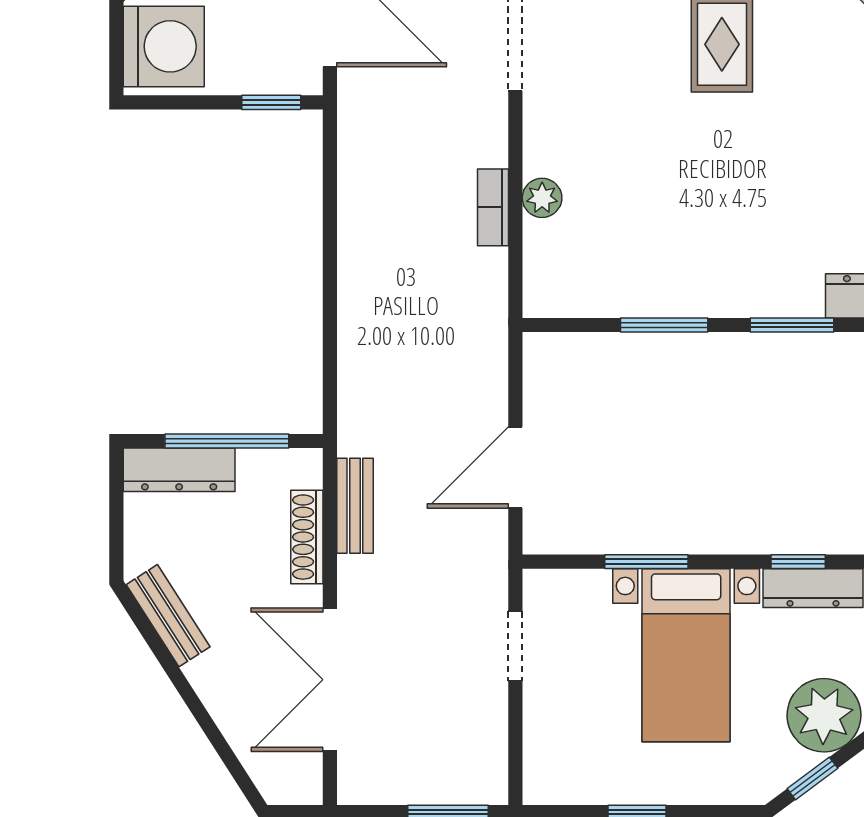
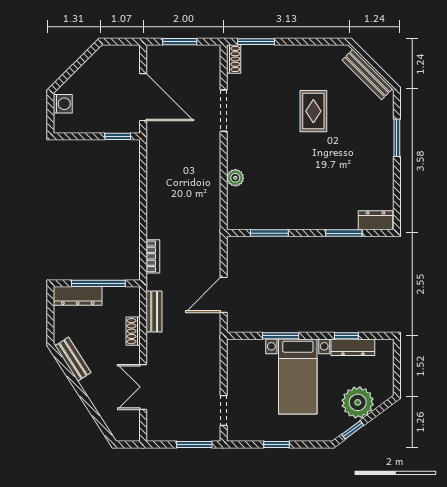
washing machine: (164, 46) -> (63, 104), width x0.53, depth x0.53
bookcase: (493, 207) -> (153, 256), moved, turned 180
window: (664, 325) -> (269, 233), moved
shoe rack: (307, 537) -> (133, 331), width x0.70
doorway: (515, 646) -> (224, 410), moved
double door: (330, 680) -> (143, 387), width x0.73

